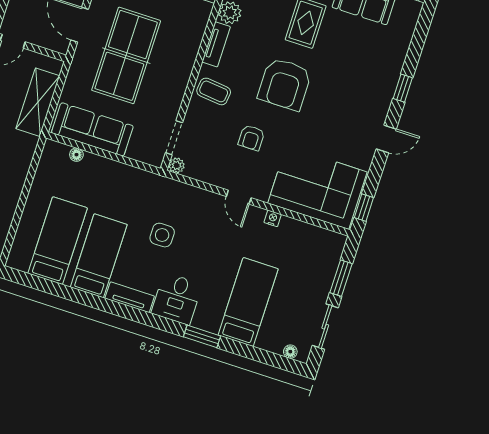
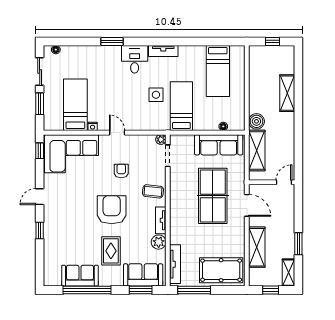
boiler: (24, 146) -> (256, 121), added
bed: (99, 256) -> (181, 106), moved, turned 180
bed: (248, 302) -> (75, 105), moved, turned 180

